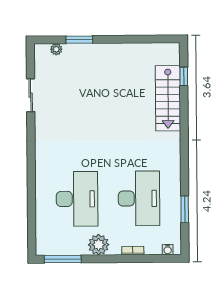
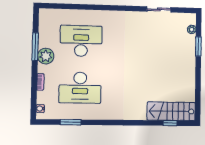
stairs: (168, 98) -> (171, 111), moved
desk: (77, 199) -> (81, 41), turned 180
window: (63, 259) -> (35, 47), moved

